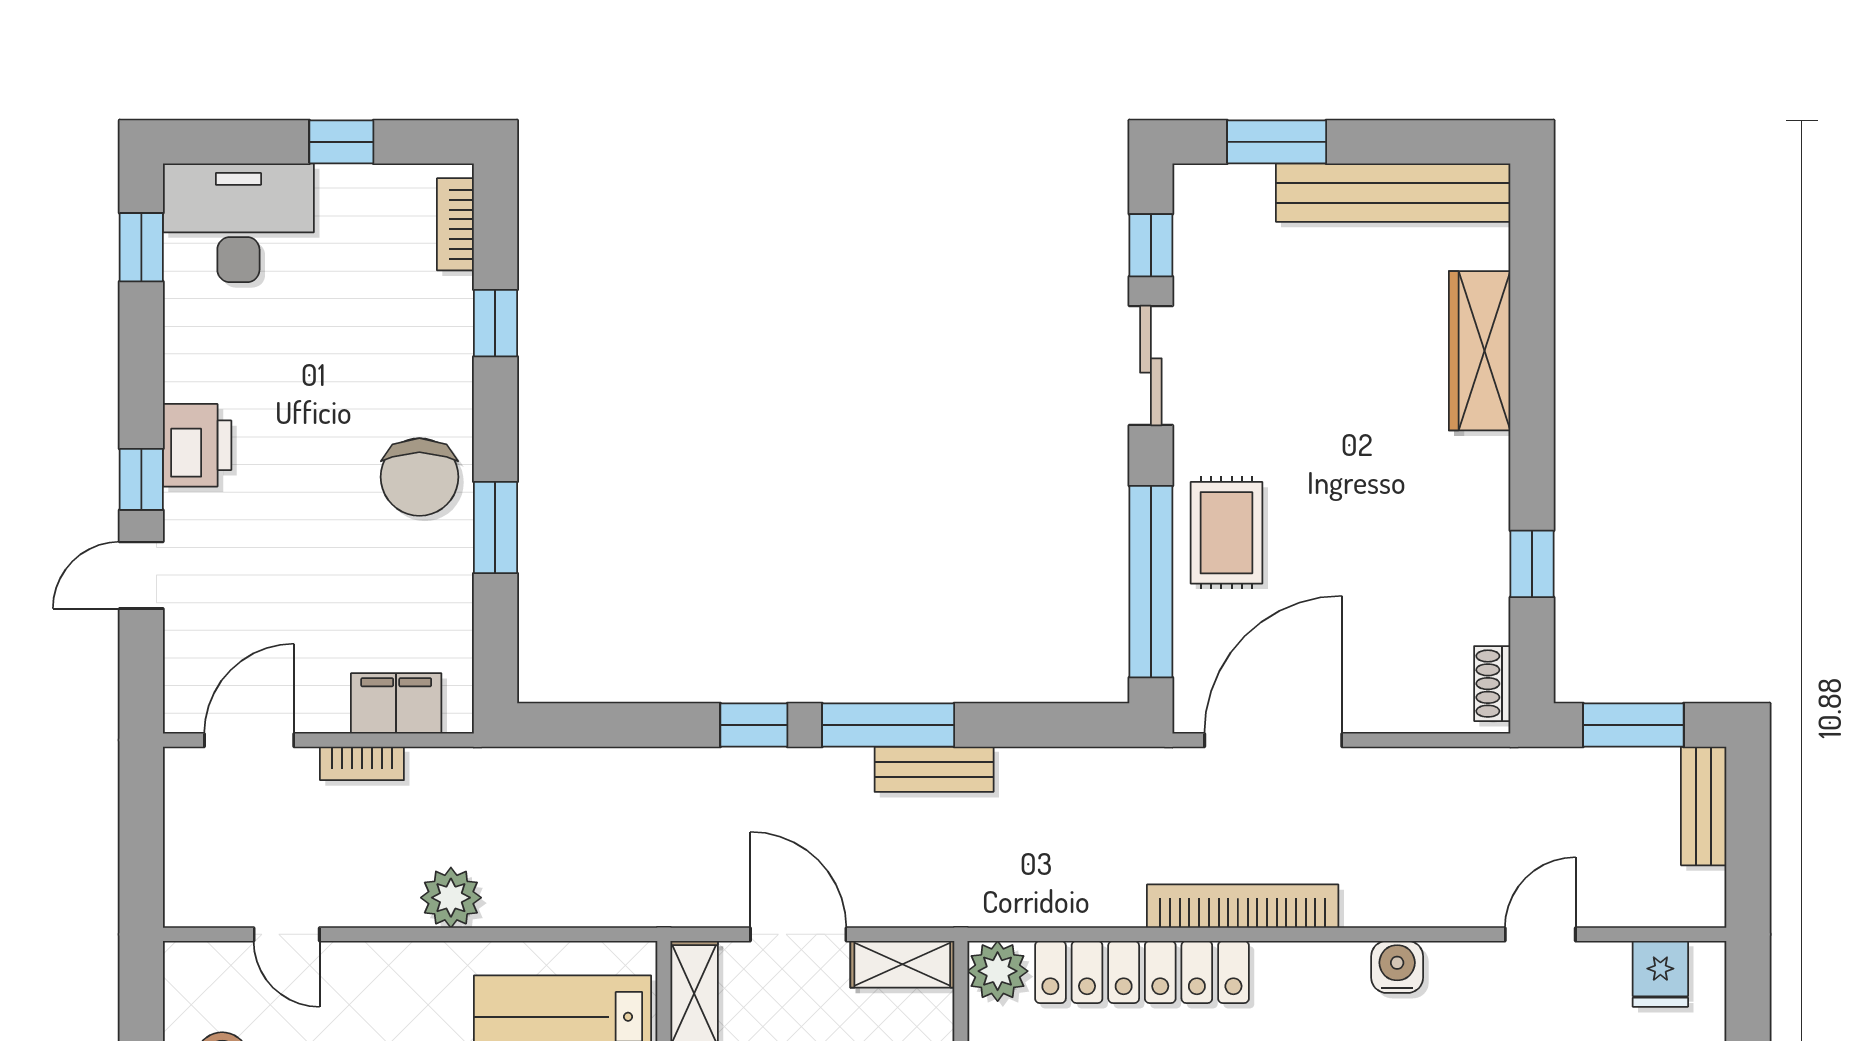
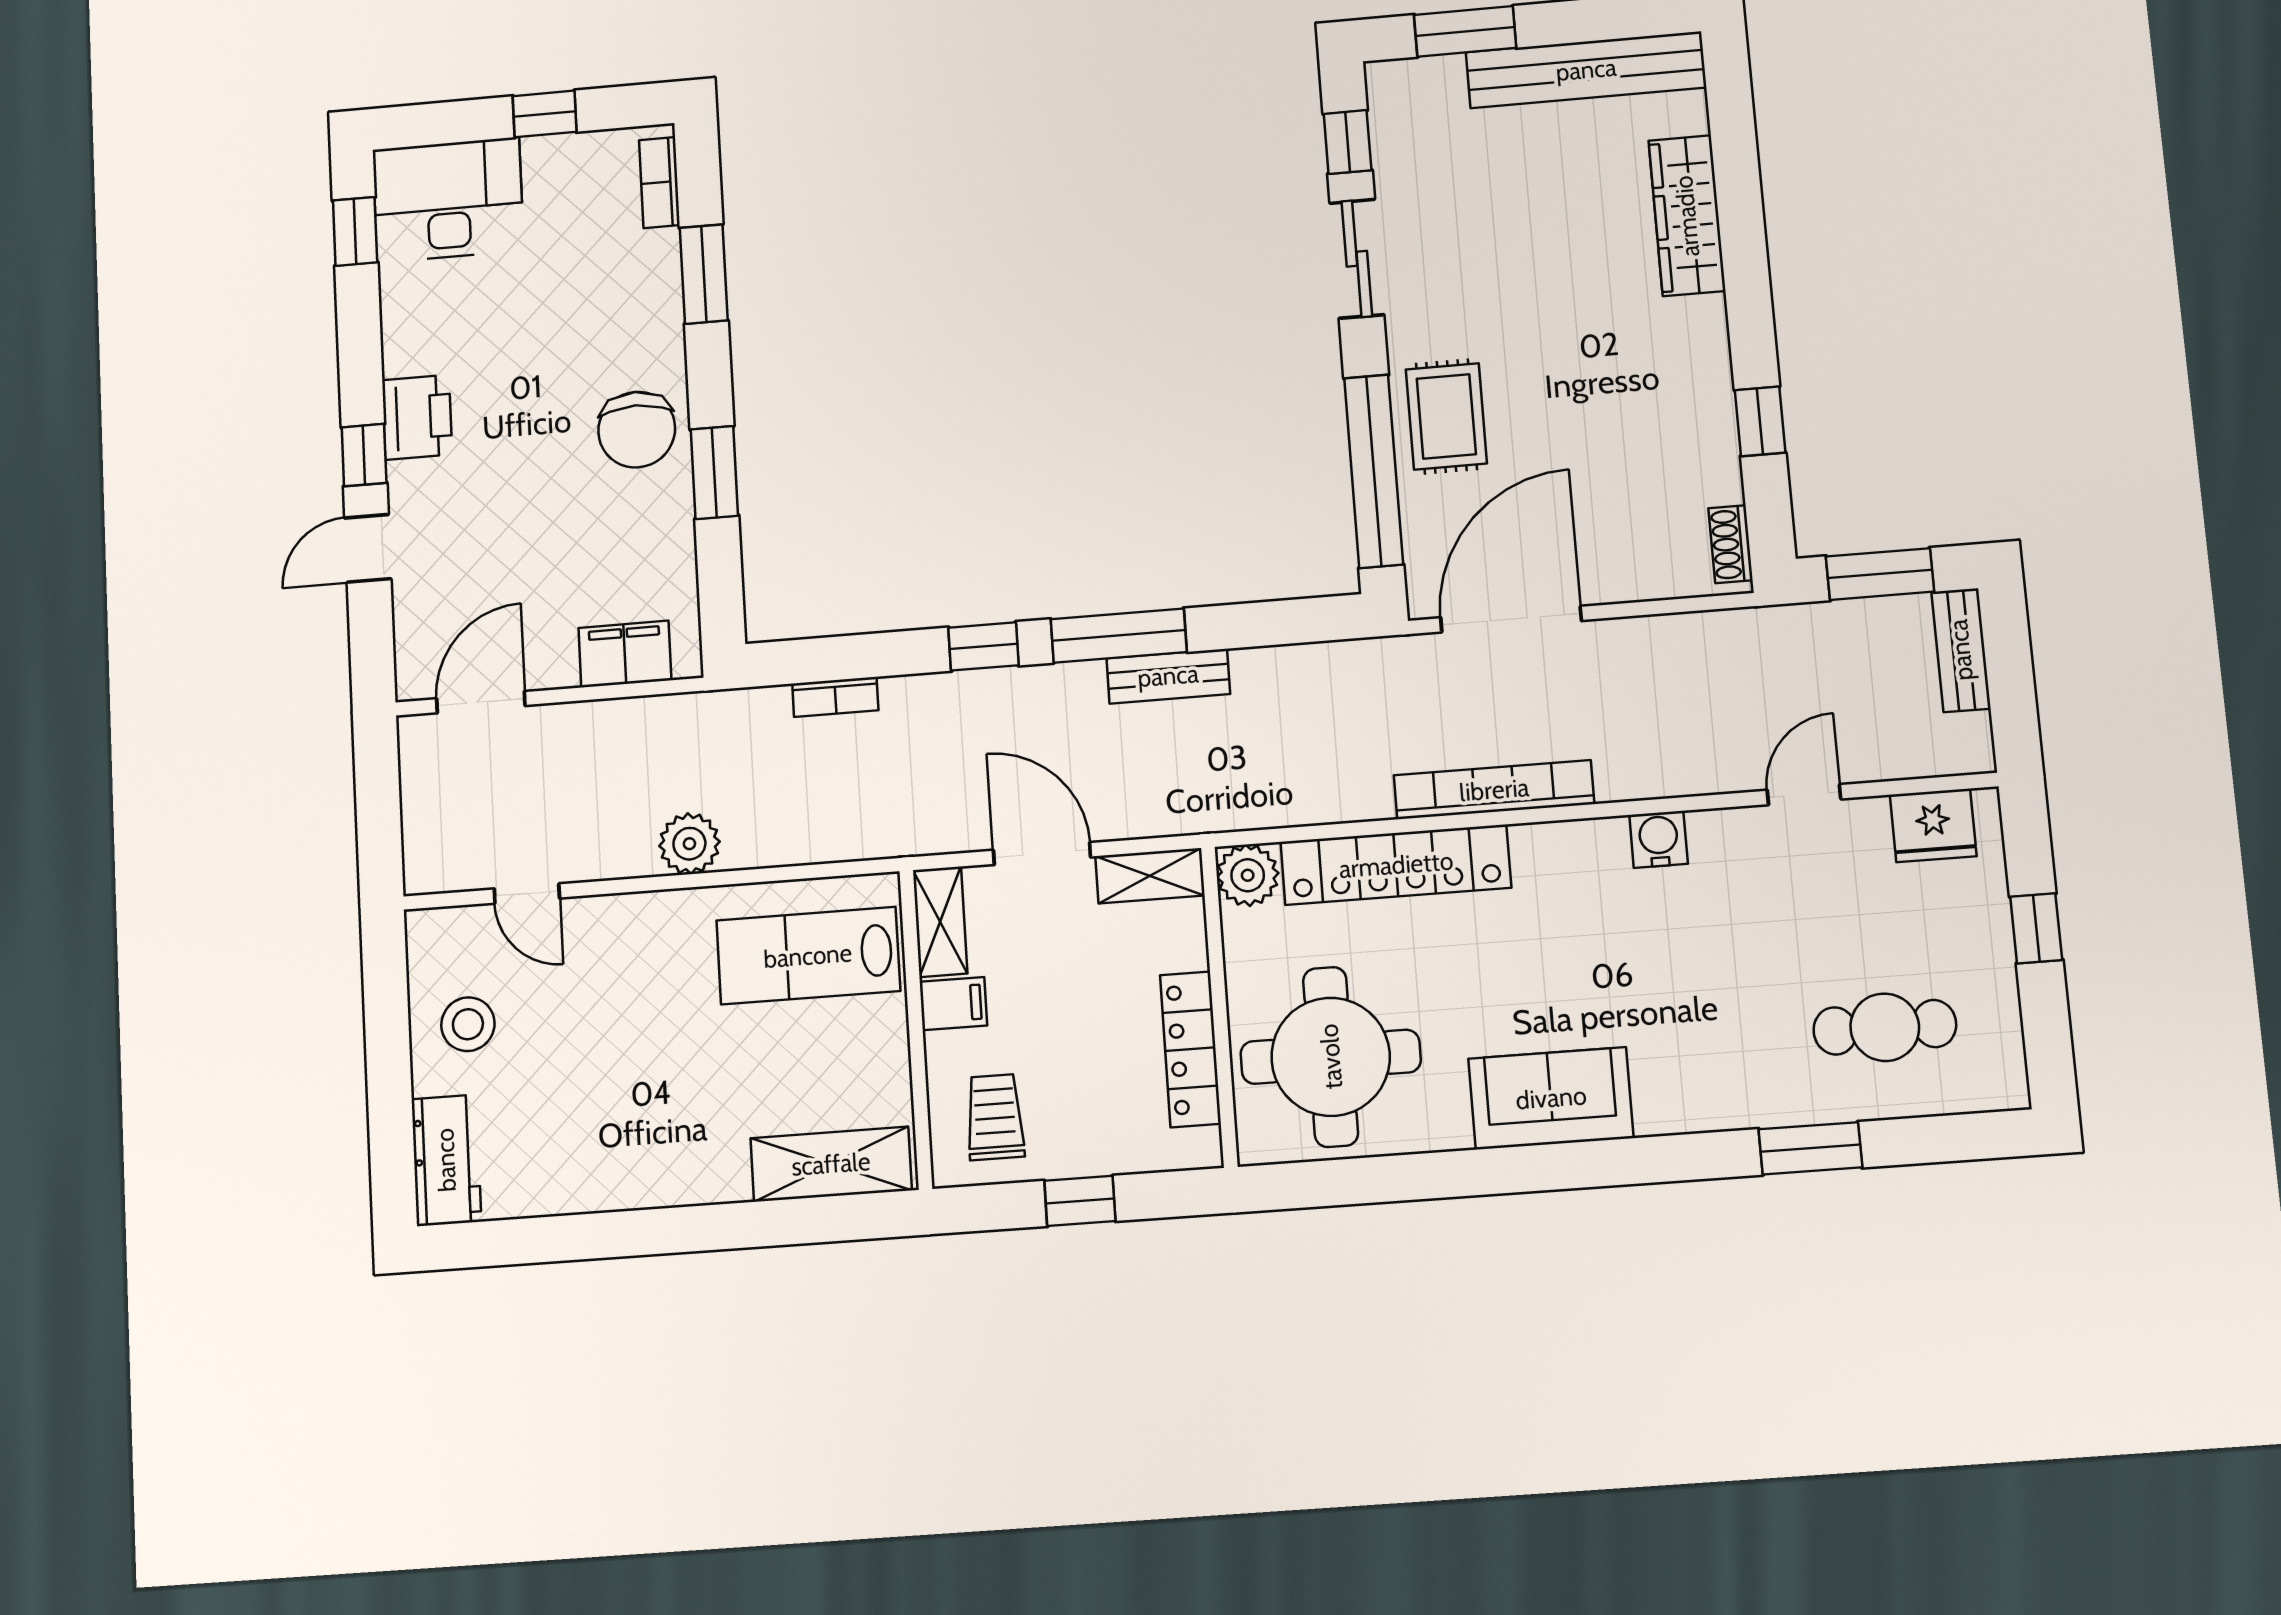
window: (495, 323) -> (704, 274), width x1.50
bookcase: (362, 763) -> (835, 697), moved
fridge: (1660, 974) -> (1933, 825), width x1.38

